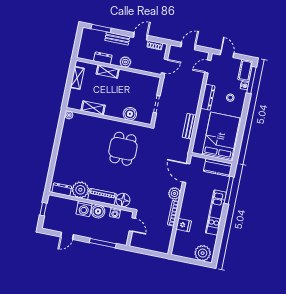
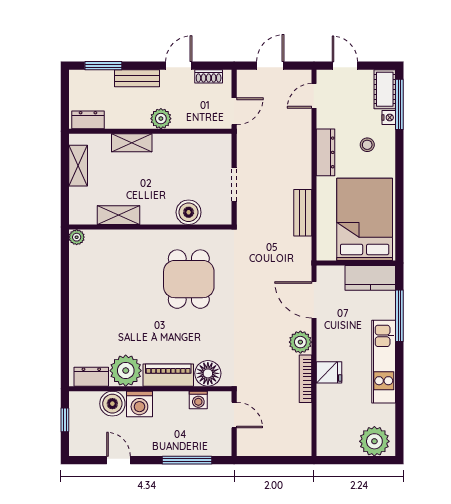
dresser: (103, 58) -> (88, 120), moved
boiler: (98, 211) -> (112, 404), moved
fridge: (184, 225) -> (329, 372), moved
door: (67, 236) -> (118, 460), swing flipped

